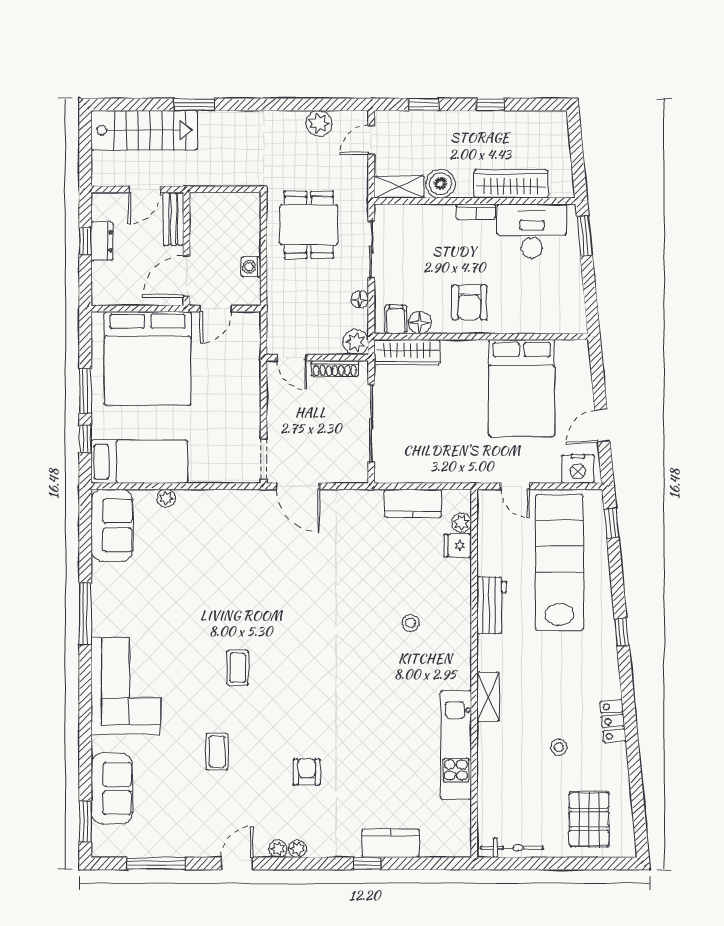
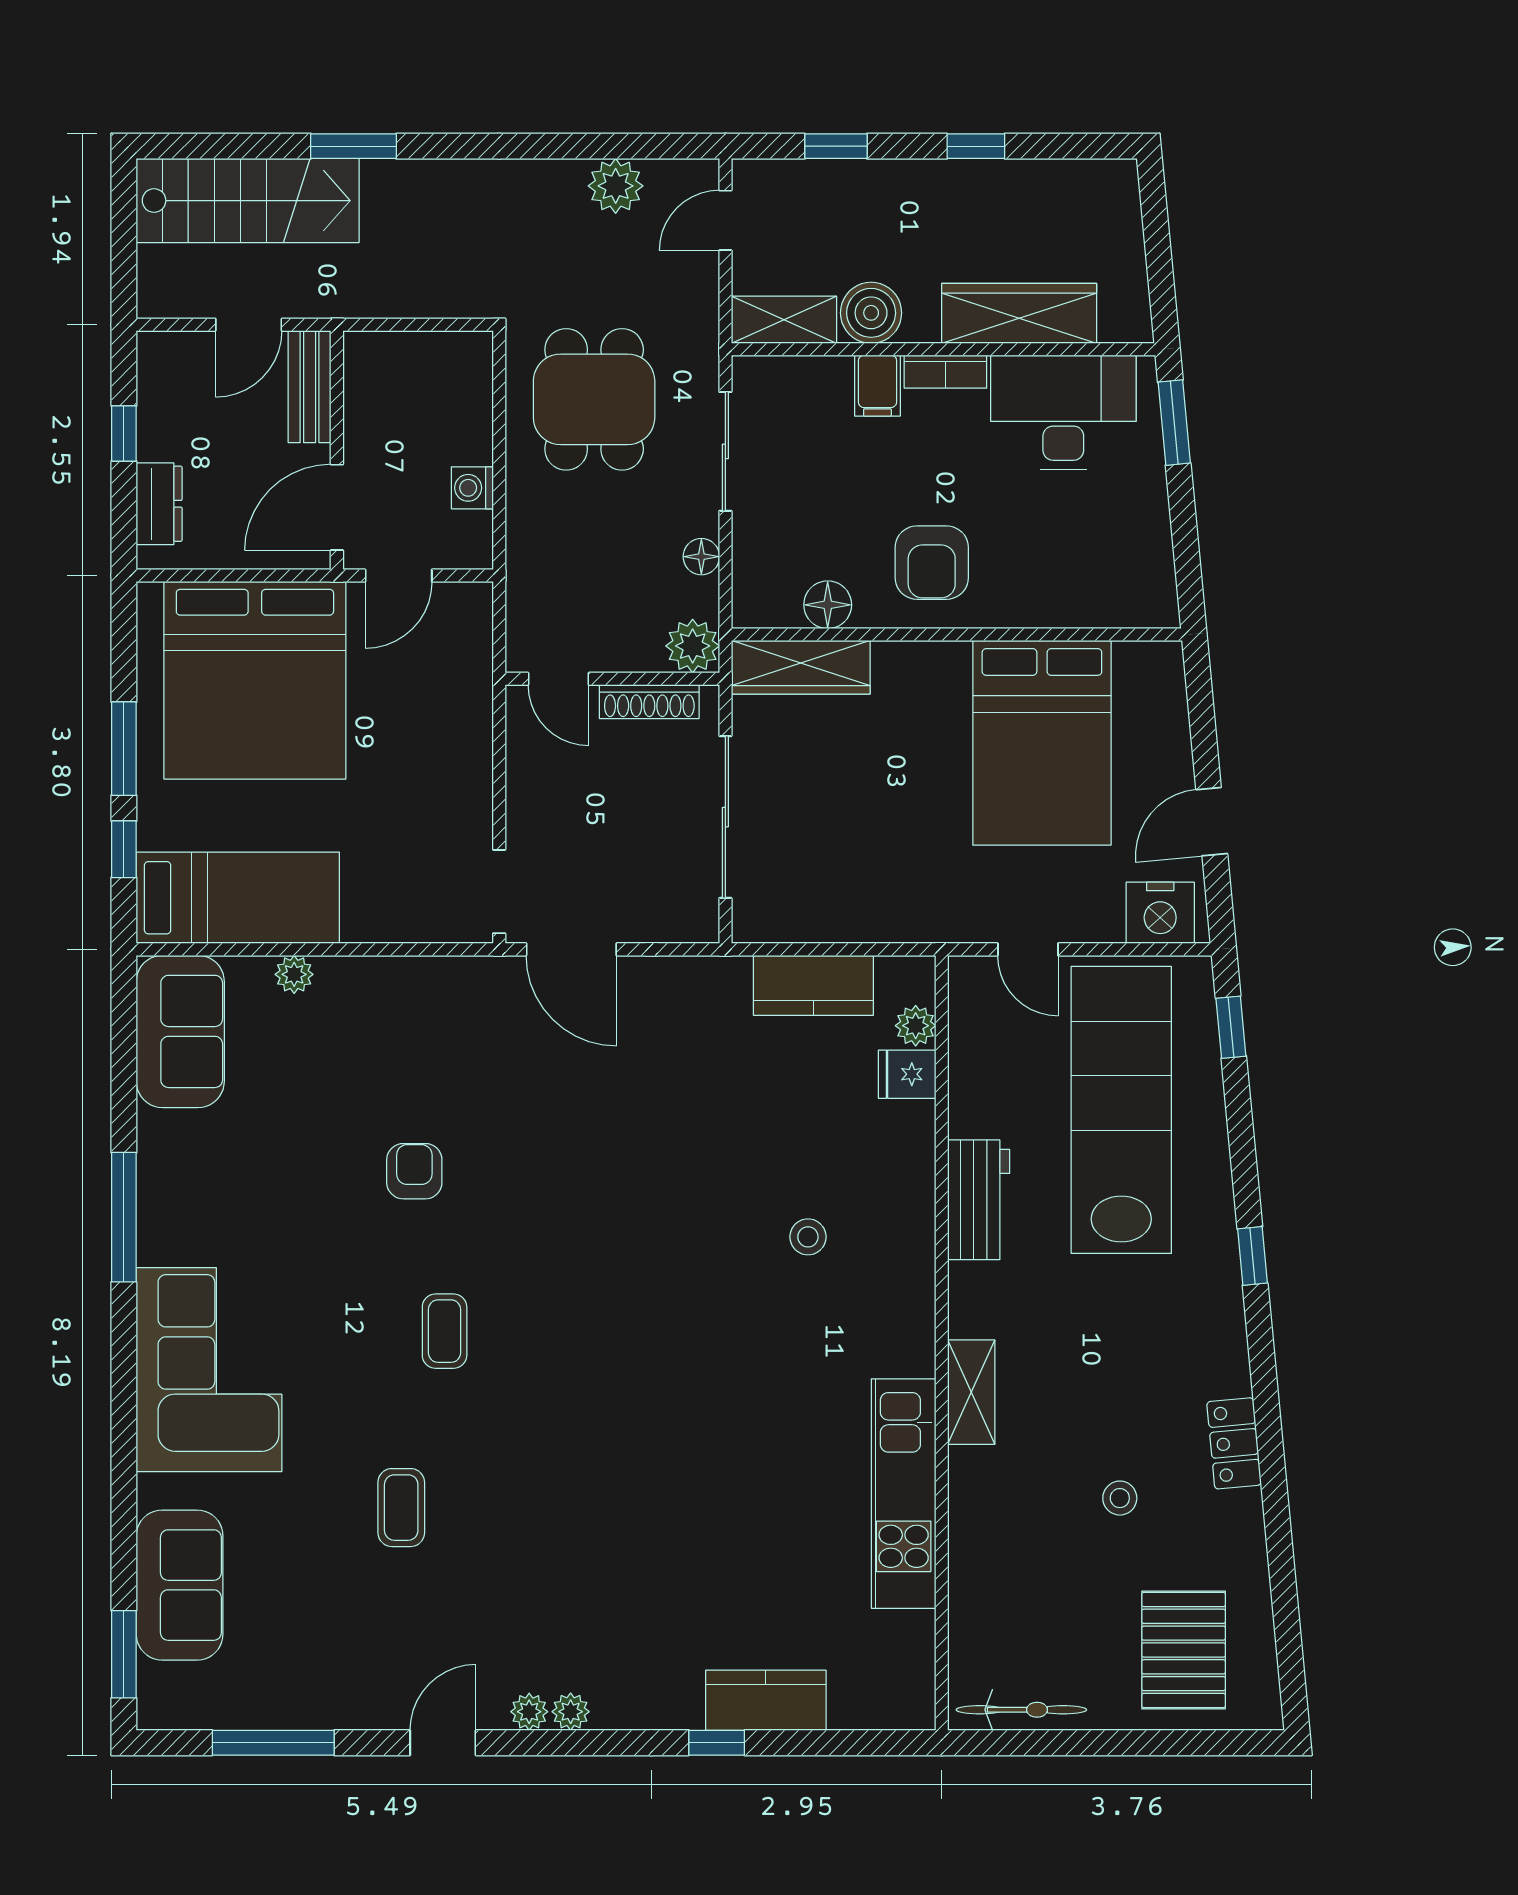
dresser: (102, 241) -> (159, 504), moved
filing cabinet: (396, 319) -> (877, 386), moved, turned 180
armchair: (307, 772) -> (414, 1171), moved

